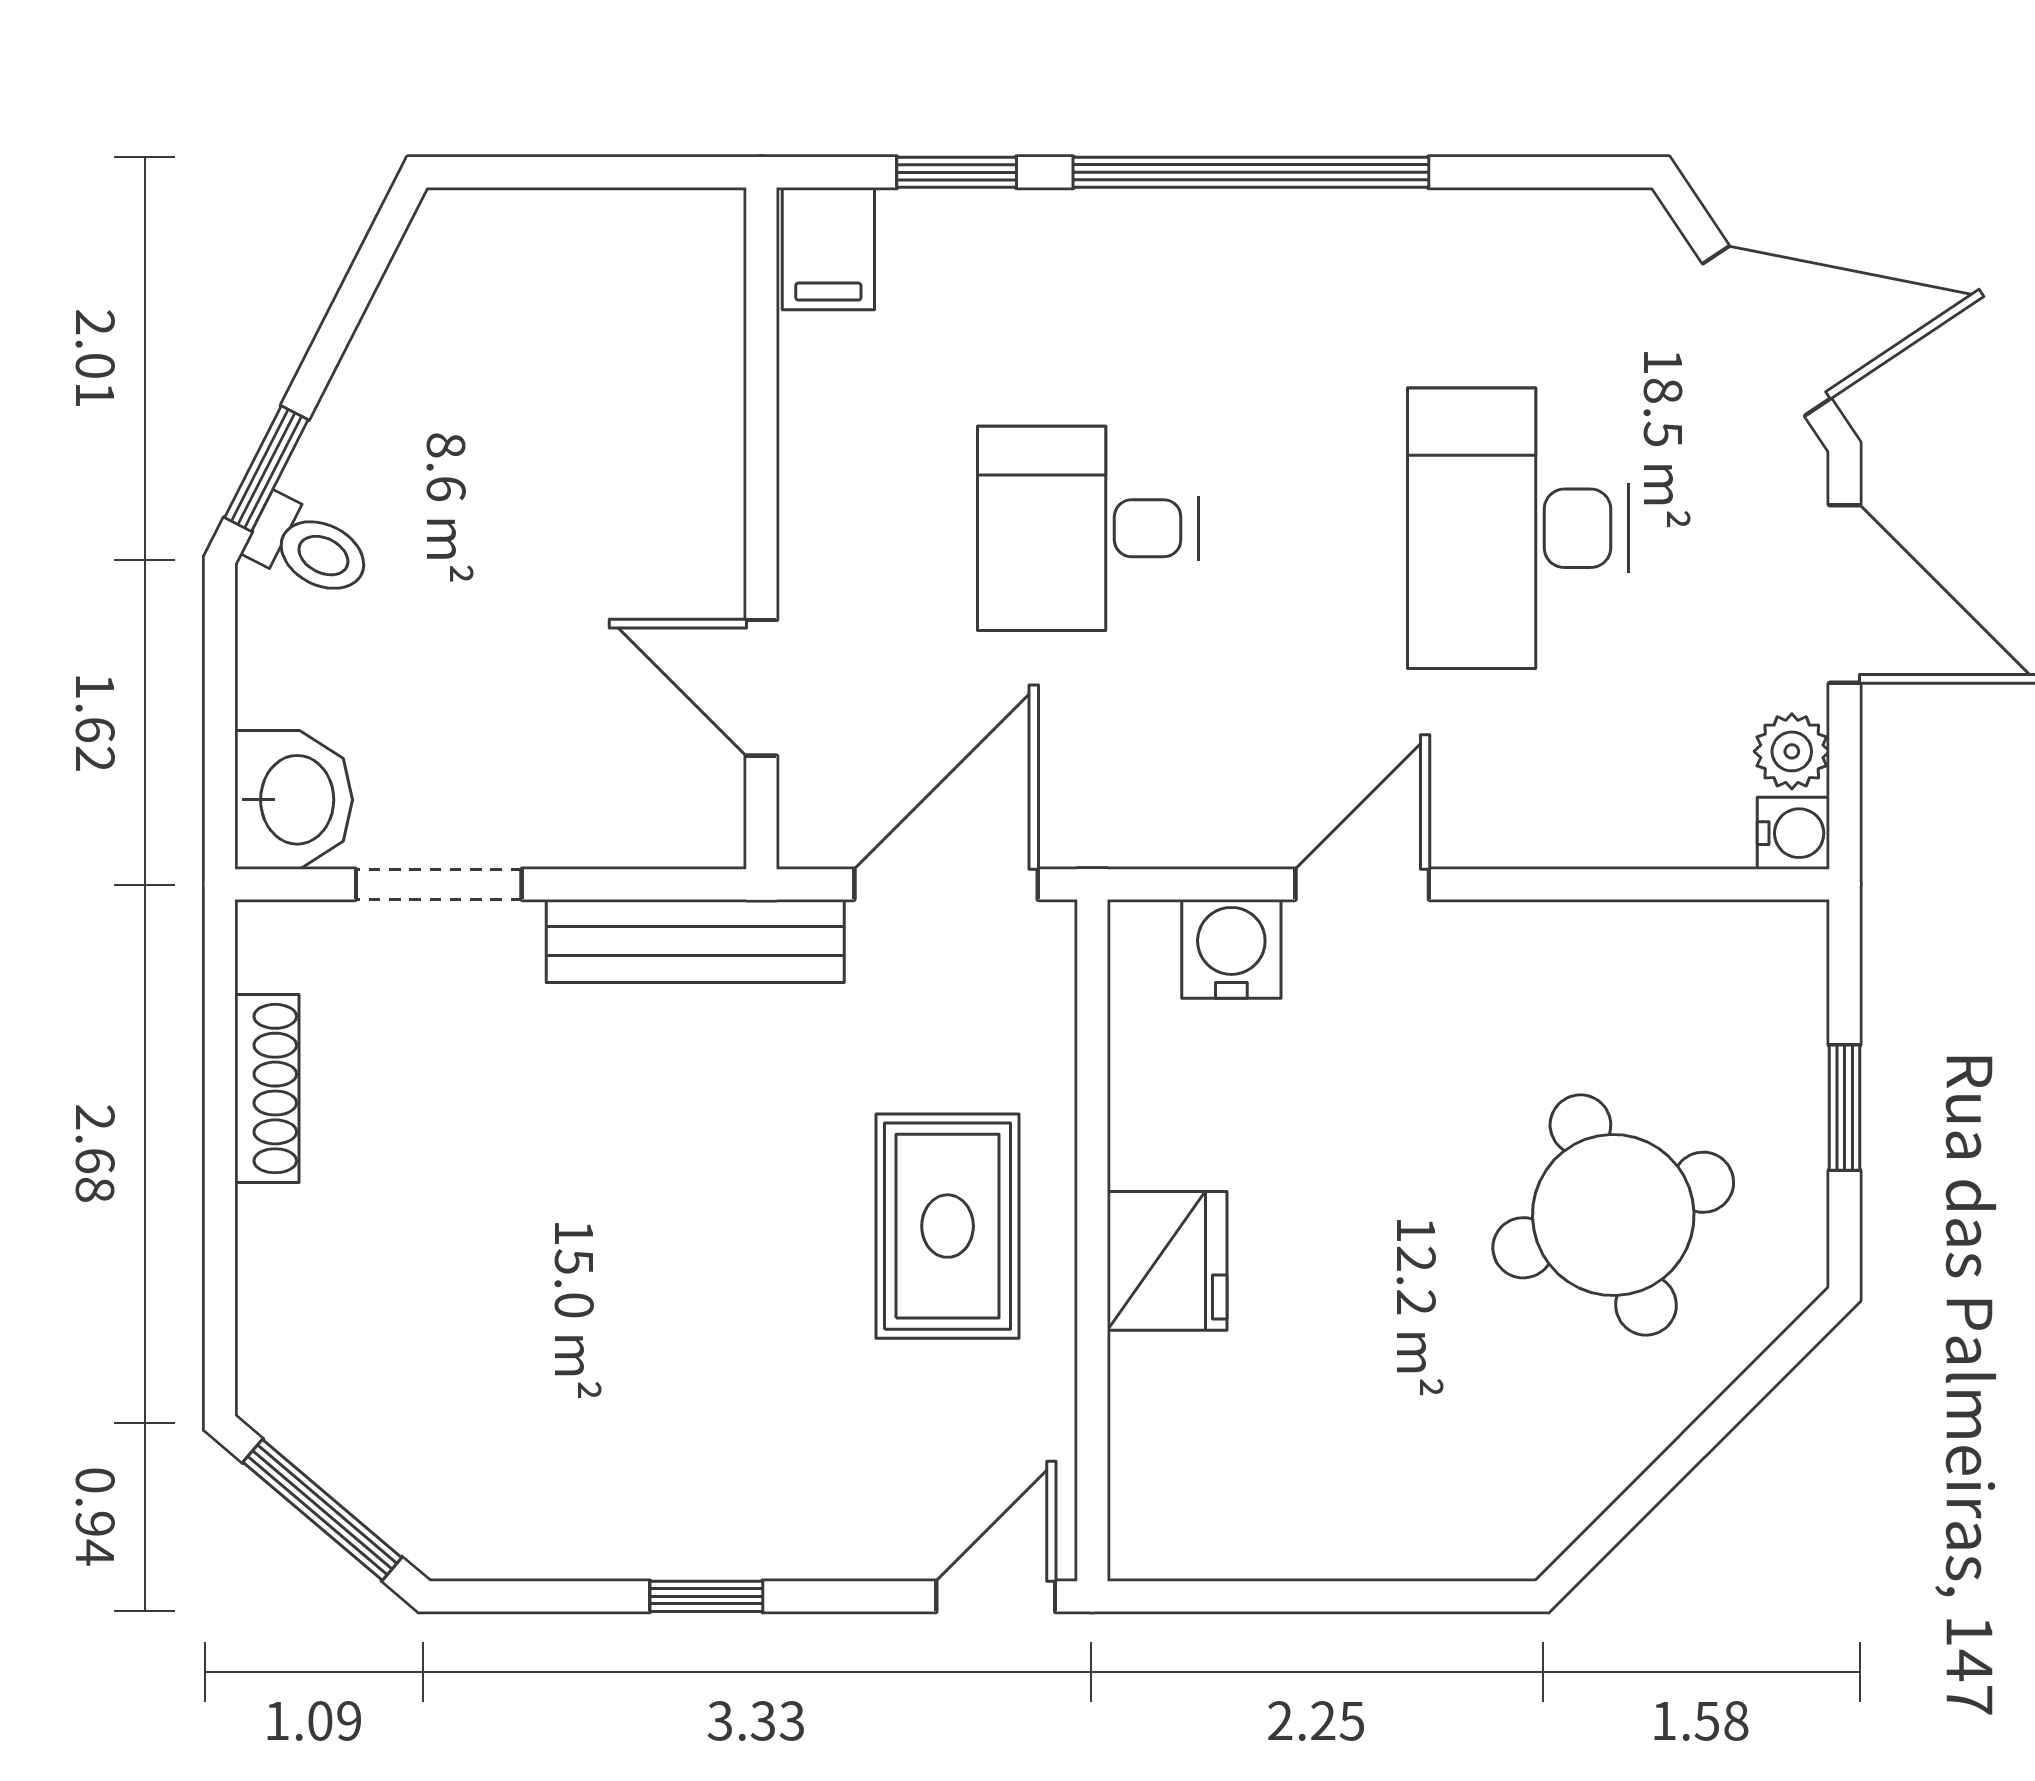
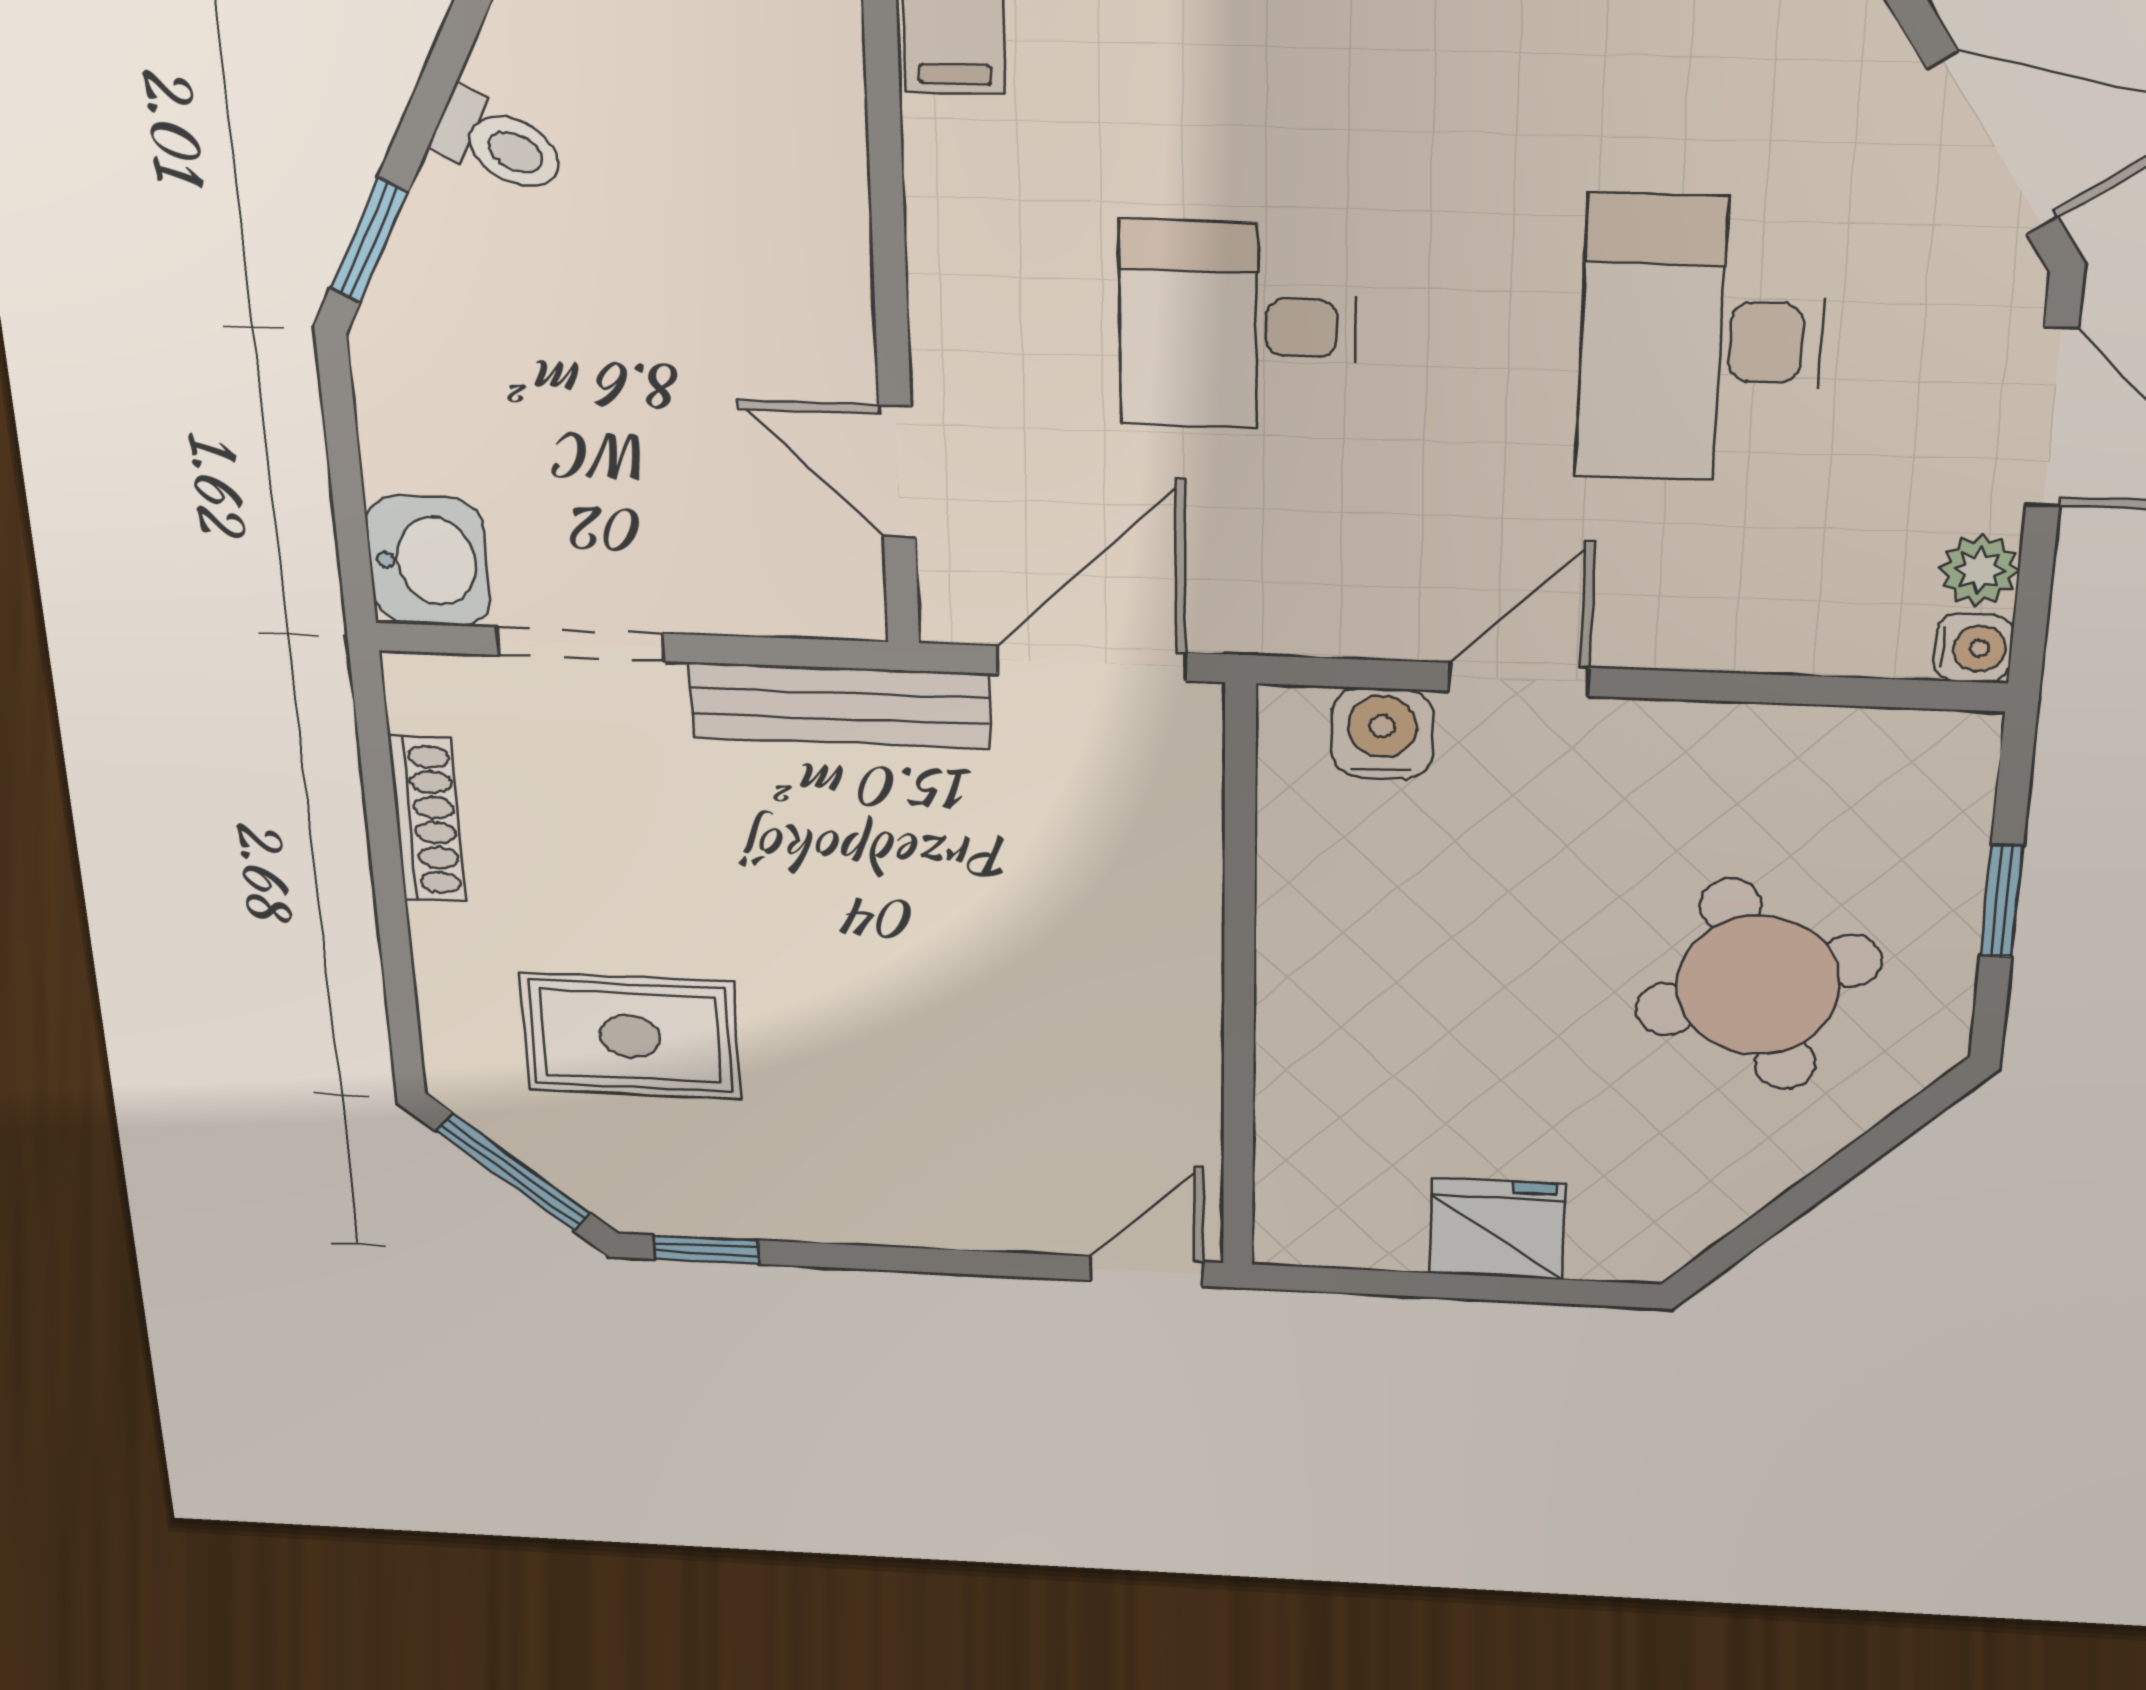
toilet: (309, 548) -> (499, 144), moved
rug: (948, 1226) -> (630, 1036), moved, turned 90
fridge: (1167, 1261) -> (1498, 1229), moved, turned -90
window: (706, 1596) -> (706, 1250), moved

